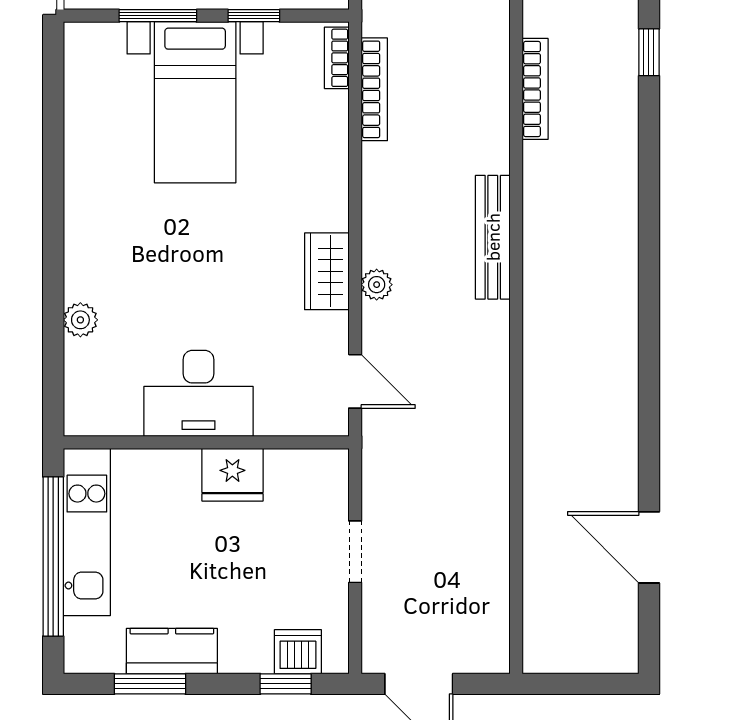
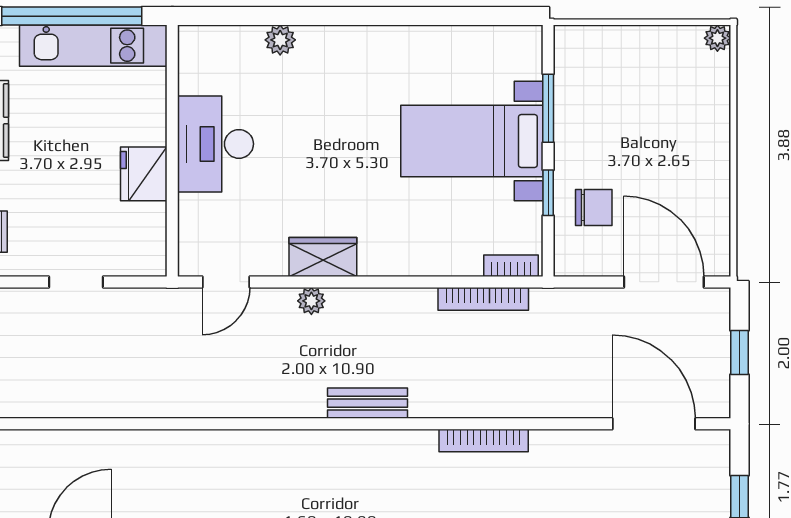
bench: (493, 237) -> (368, 403), width x0.73

